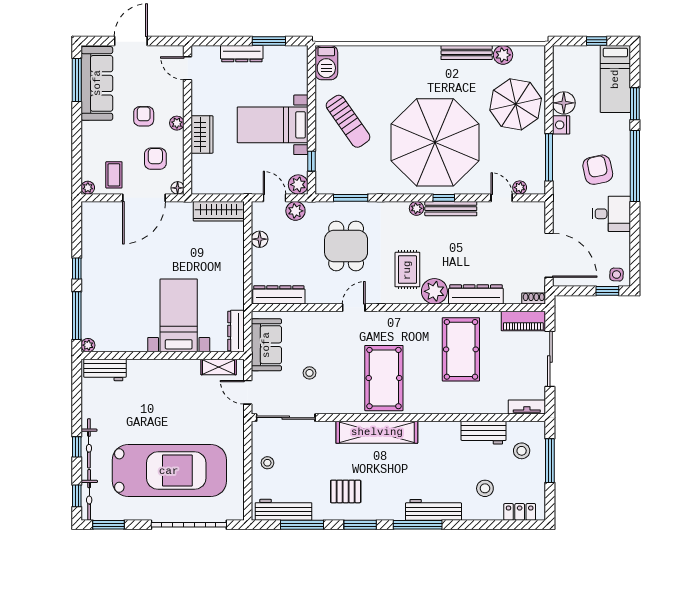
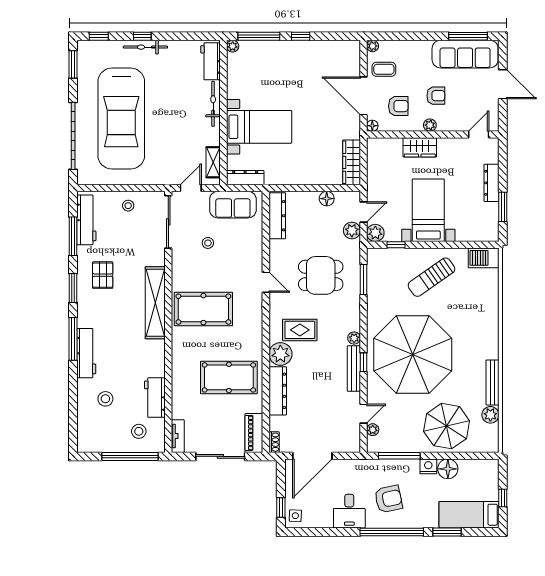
window: (550, 461) -> (130, 456), width x1.46
bicycle: (89, 495) -> (213, 104), moved, turned 90
locker: (520, 512) -> (85, 430), removed

